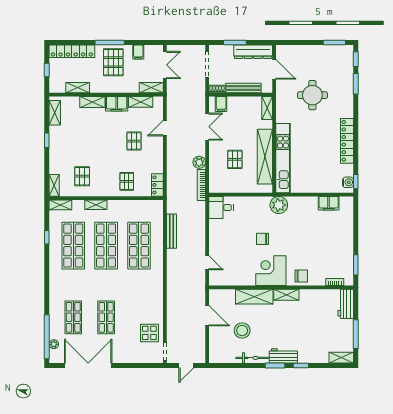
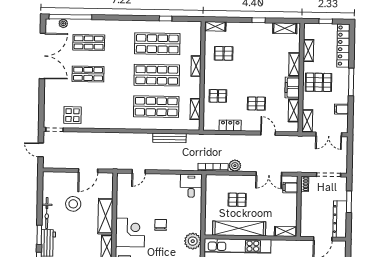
pallet: (113, 62) -> (319, 82), moved
bench: (244, 88) -> (305, 209), removed
locker: (157, 185) -> (230, 125), moved
shelving: (60, 205) -> (195, 109), moved

